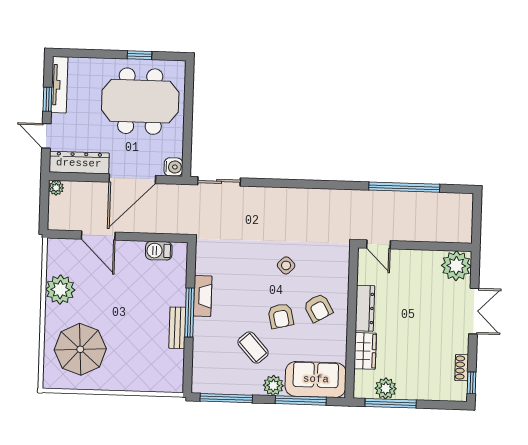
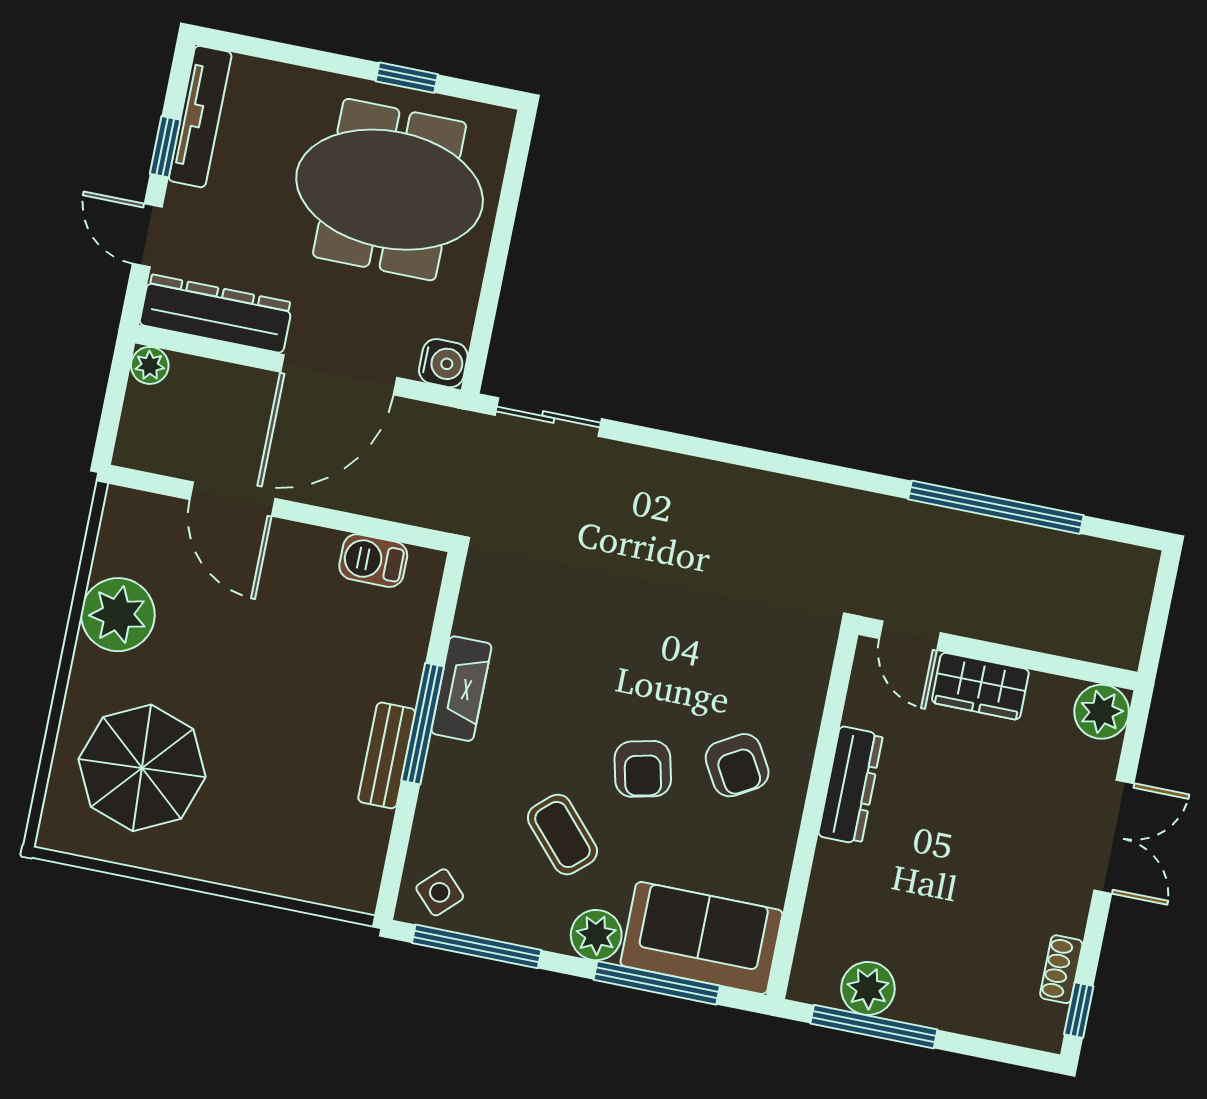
side table: (286, 265) -> (440, 892), moved
plant: (456, 266) -> (1102, 712), width x0.73, depth x0.73
wardrobe: (365, 351) -> (980, 686), moved, turned 90

